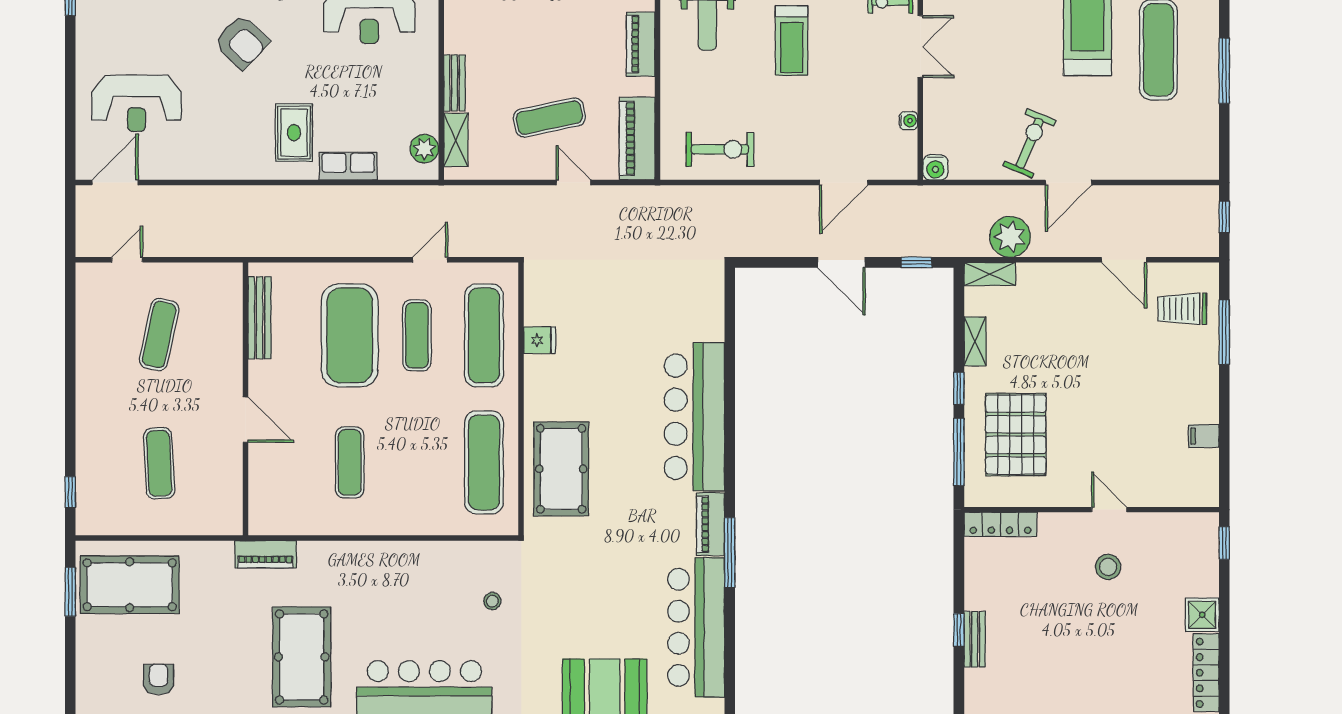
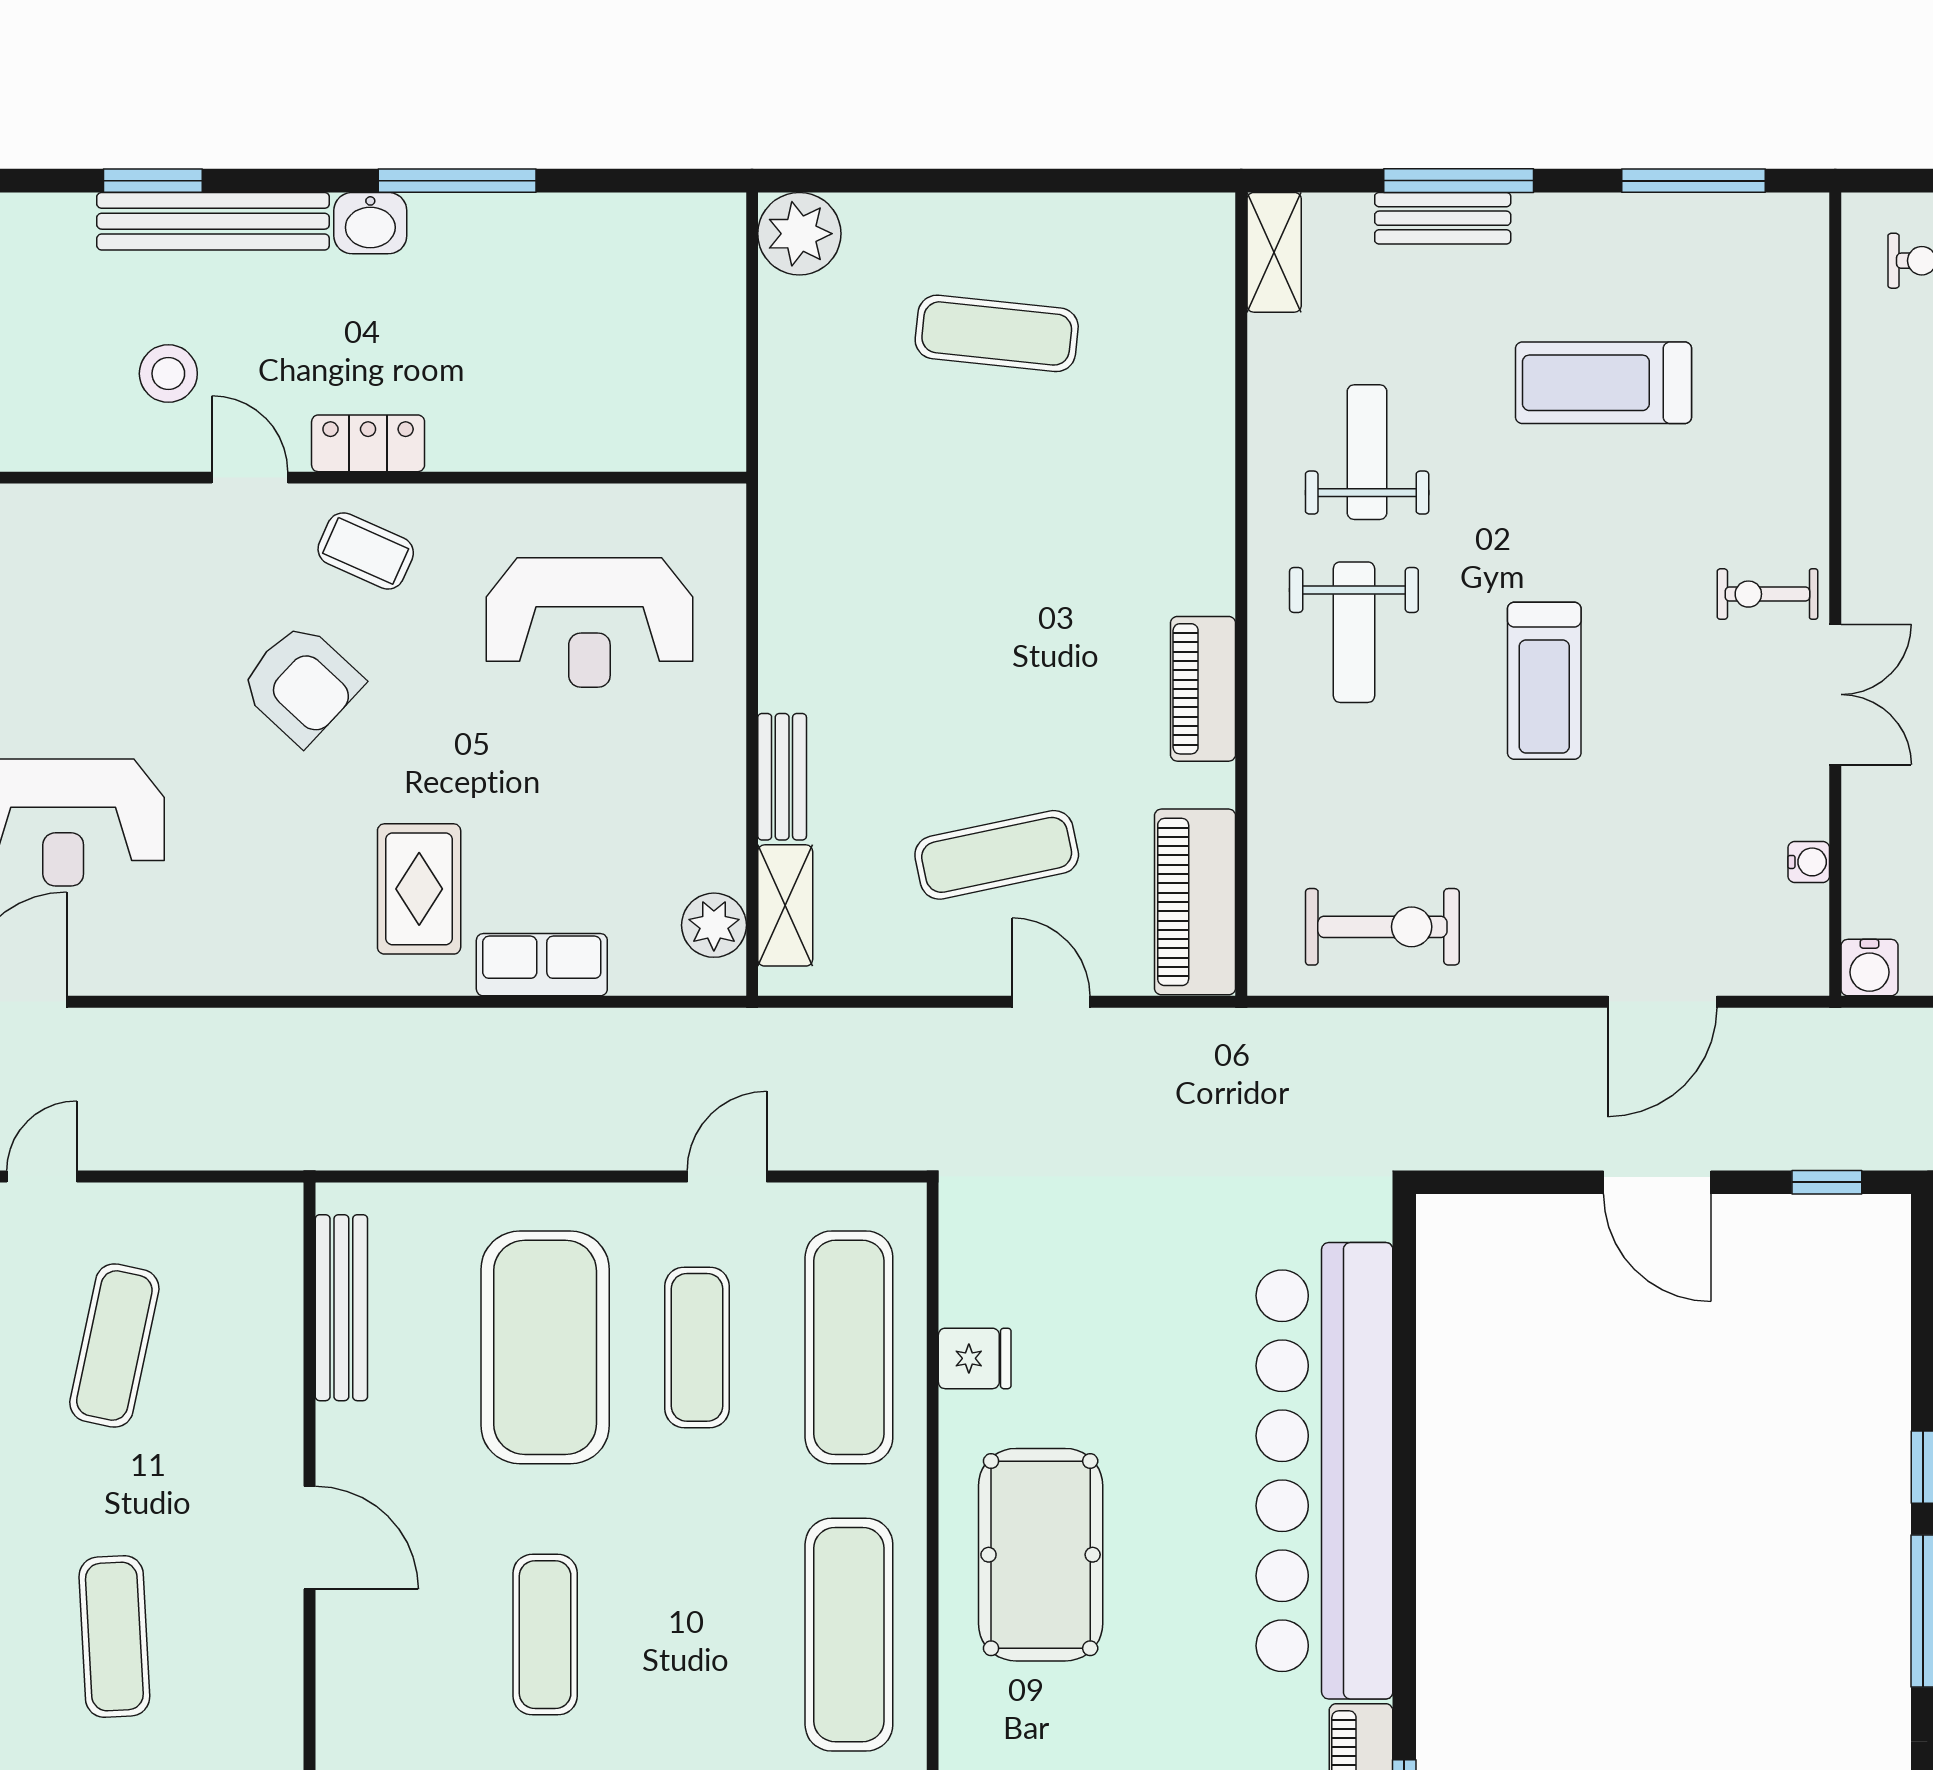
bar counter: (694, 417) -> (1324, 1471), width x1.36
pool table: (561, 469) -> (1041, 1555), moved

